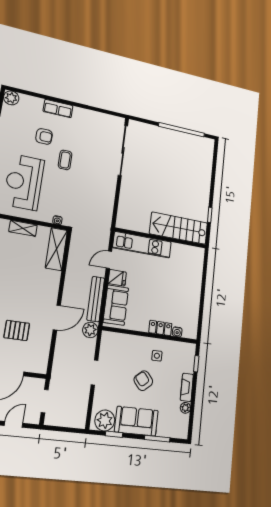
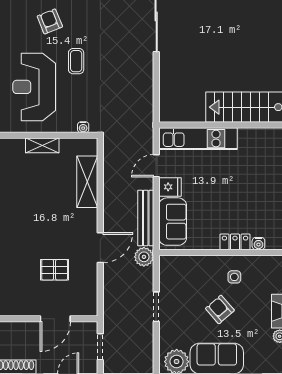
armchair: (44, 136) -> (50, 21), turned -112
coffee table: (65, 160) -> (76, 61), moved
shelving: (56, 249) -> (87, 182), moved

